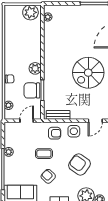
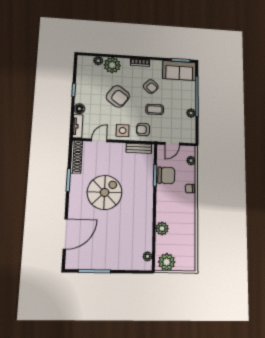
plant: (35, 68) -> (162, 229), moved

